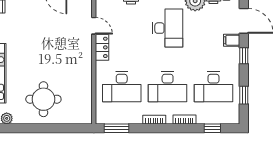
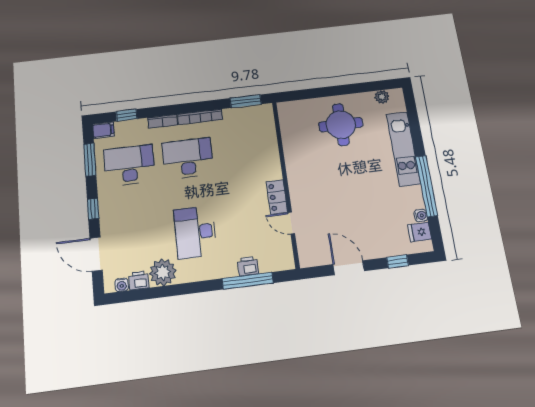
filing cabinet: (232, 40) -> (103, 130), moved
desk: (122, 87) -> (246, 151), removed
window: (244, 95) -> (90, 160), width x1.50
bookcase: (154, 120) -> (200, 117), width x1.56

